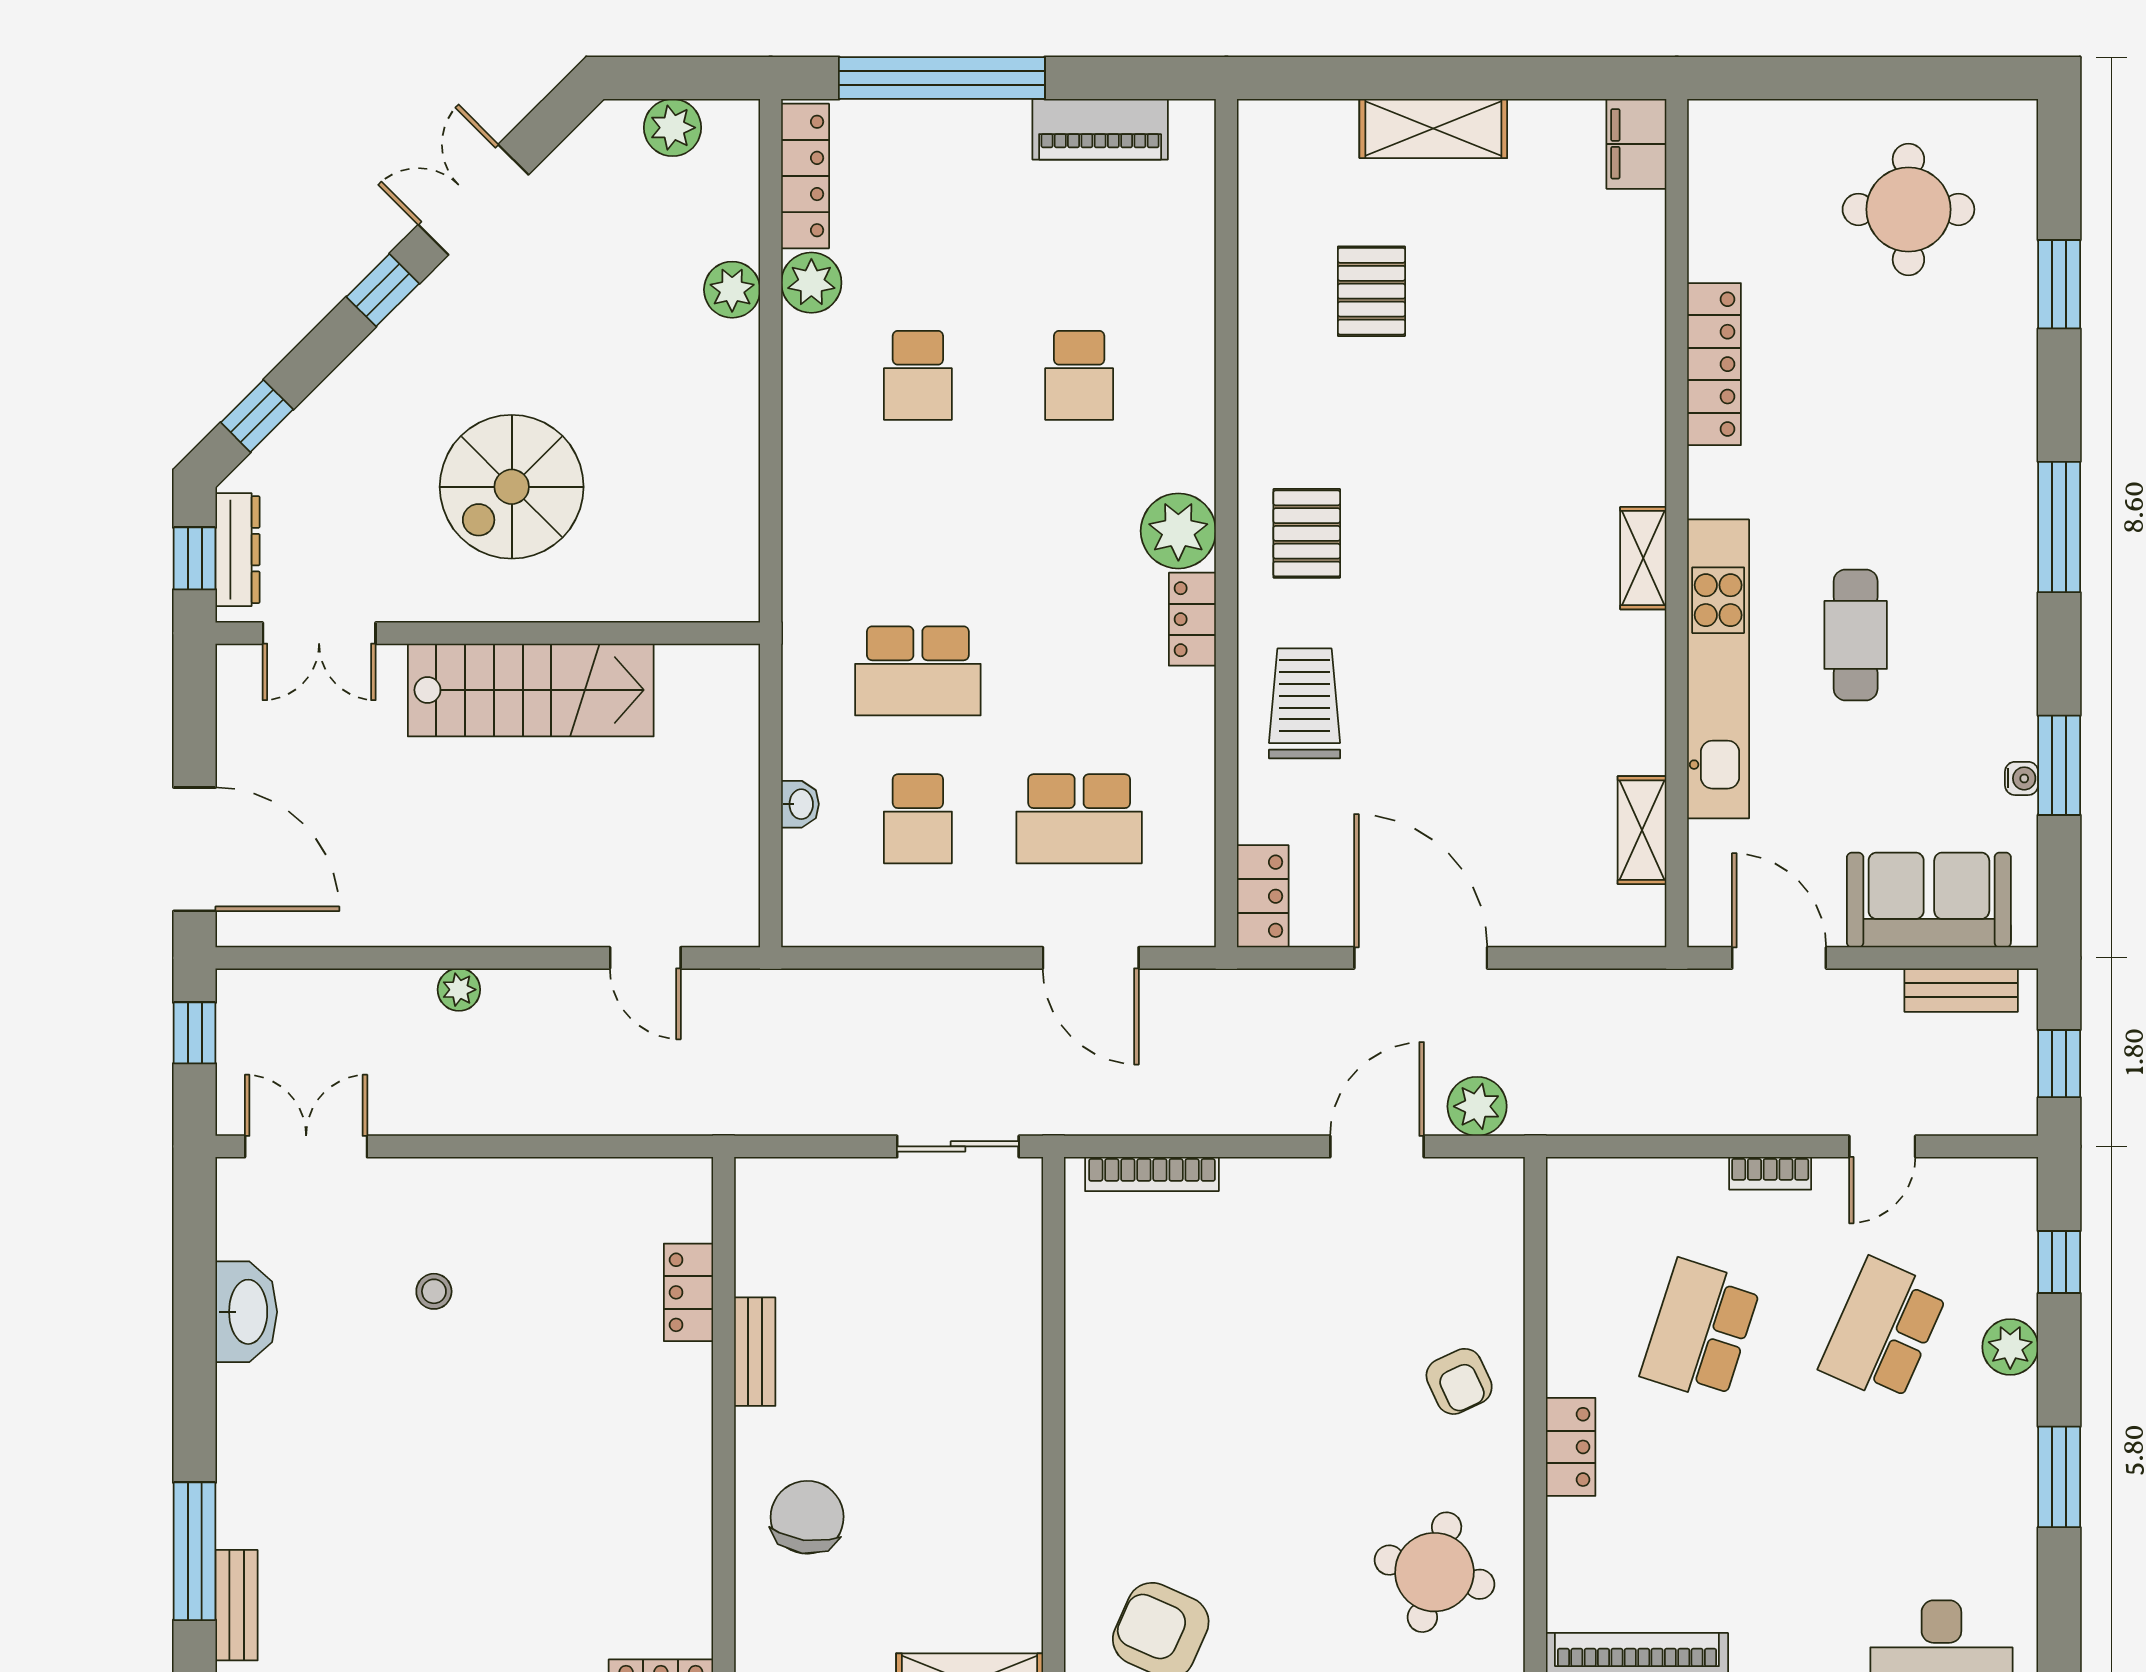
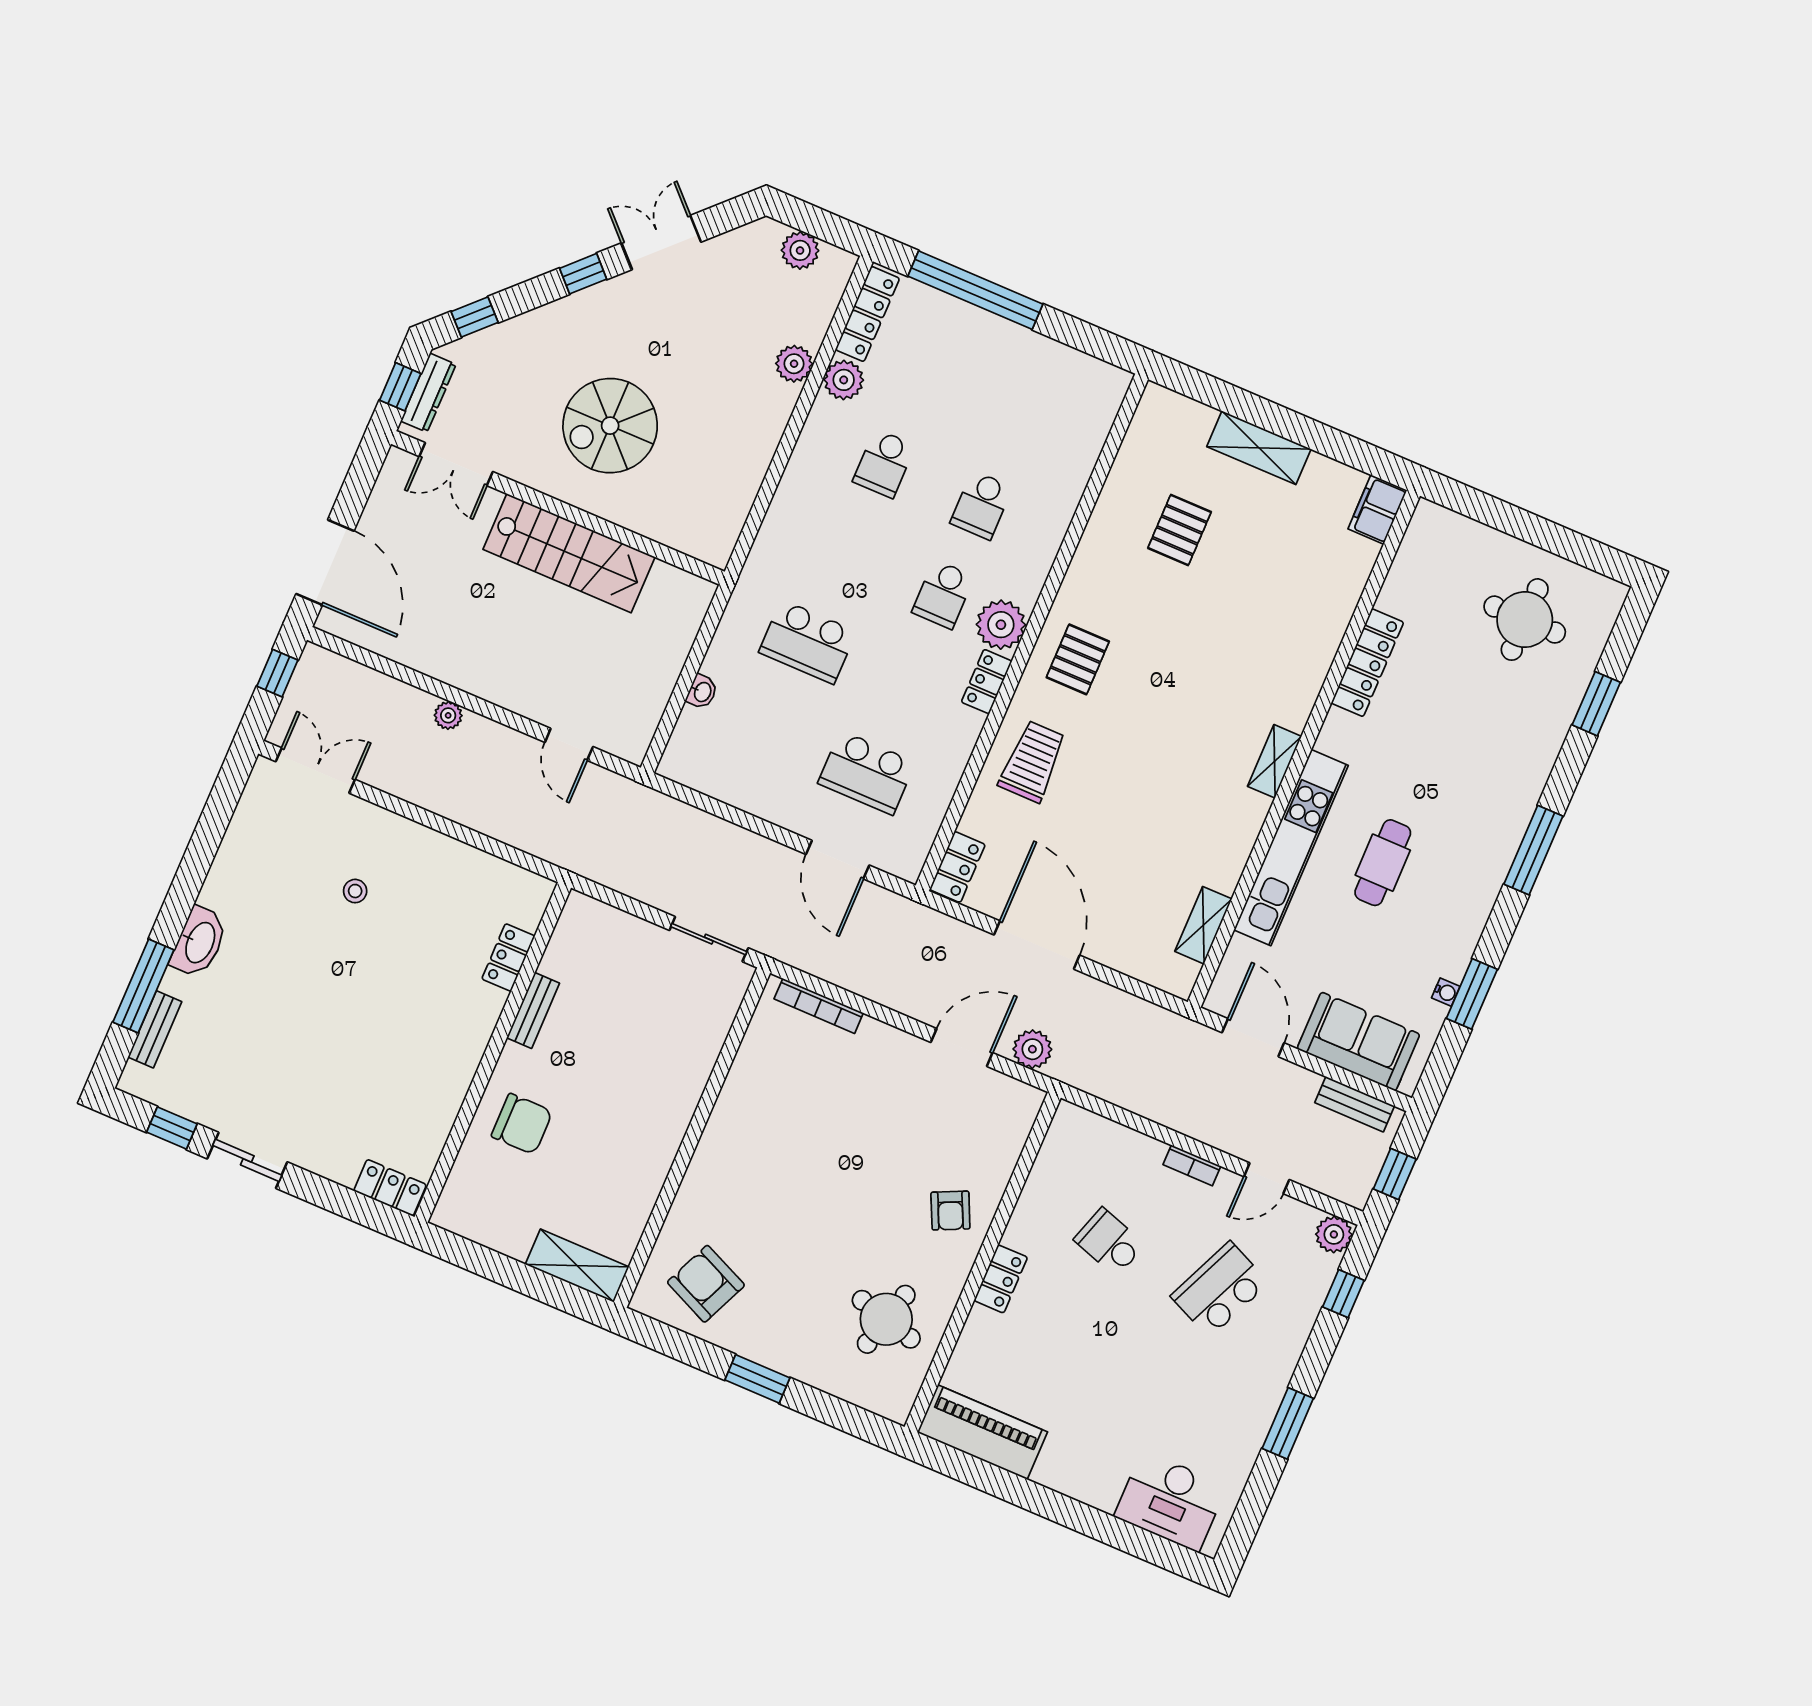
piano: (1100, 129) -> (1058, 362), removed
school desk: (918, 819) -> (943, 594), moved
washbasin: (246, 1312) -> (199, 942), moved
school desk: (1701, 1330) -> (1109, 1242), width x0.54
plant: (2010, 1347) -> (1334, 1234), moved
chair: (807, 1517) -> (522, 1124), turned 82

